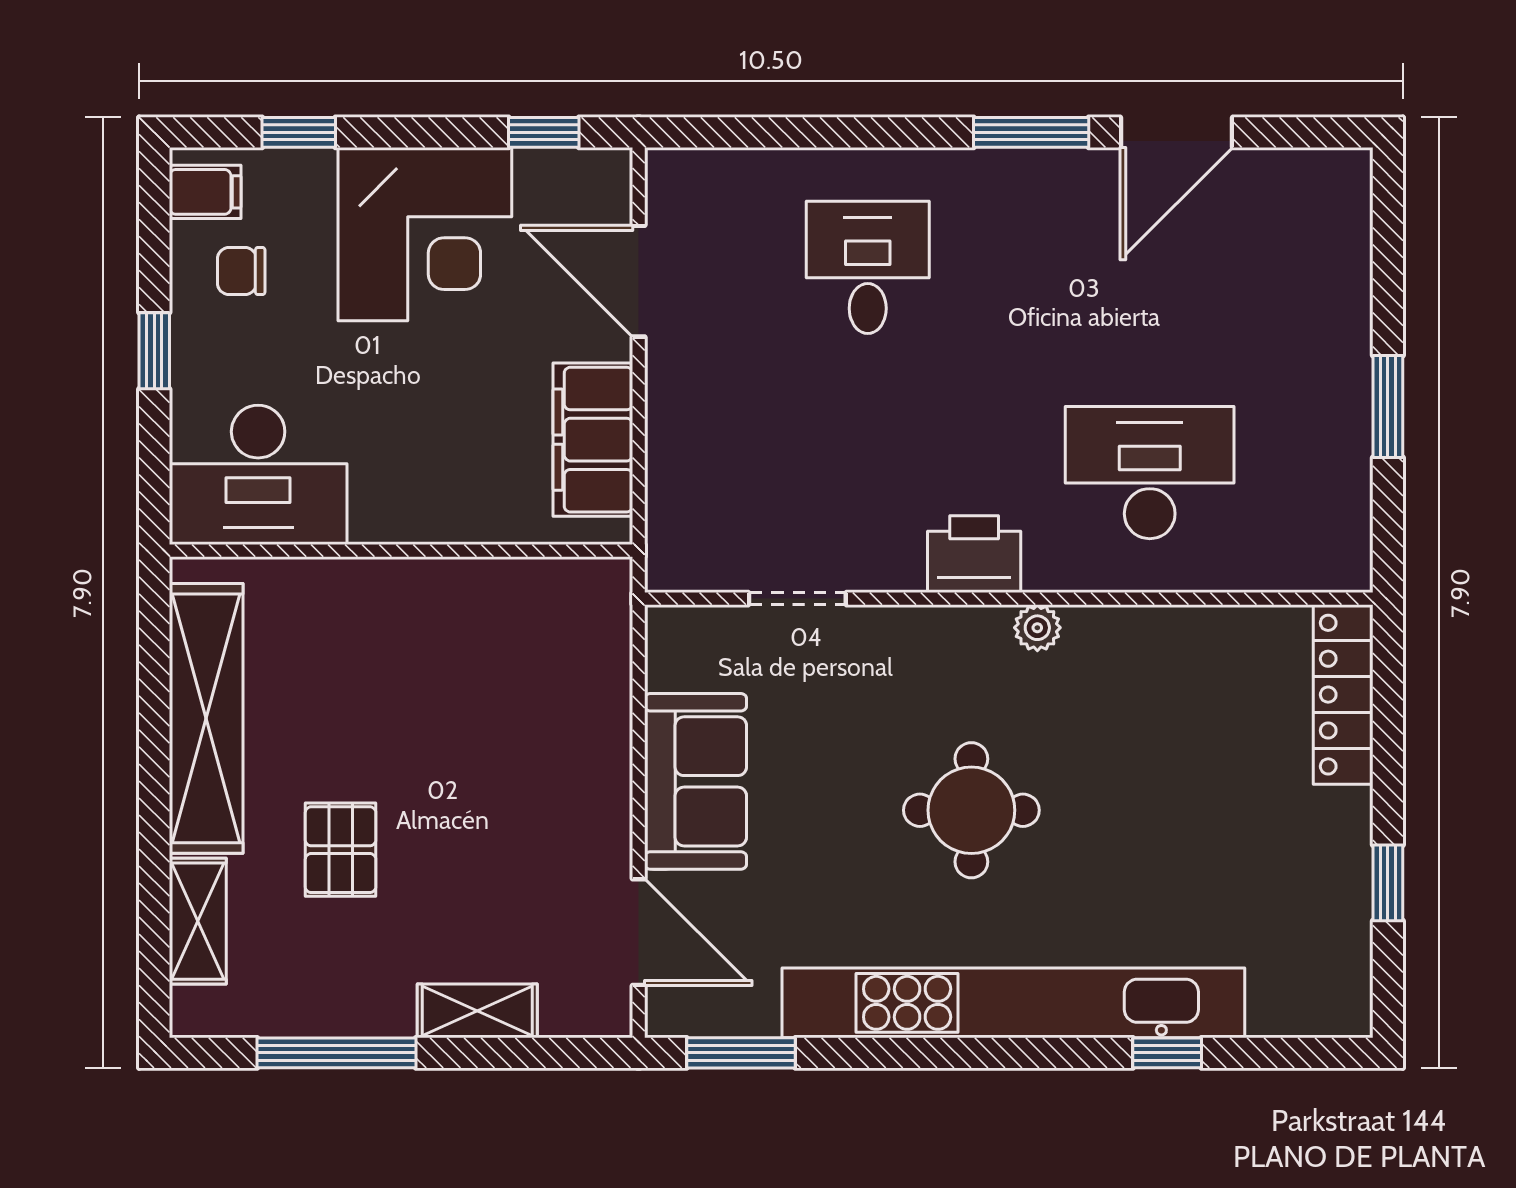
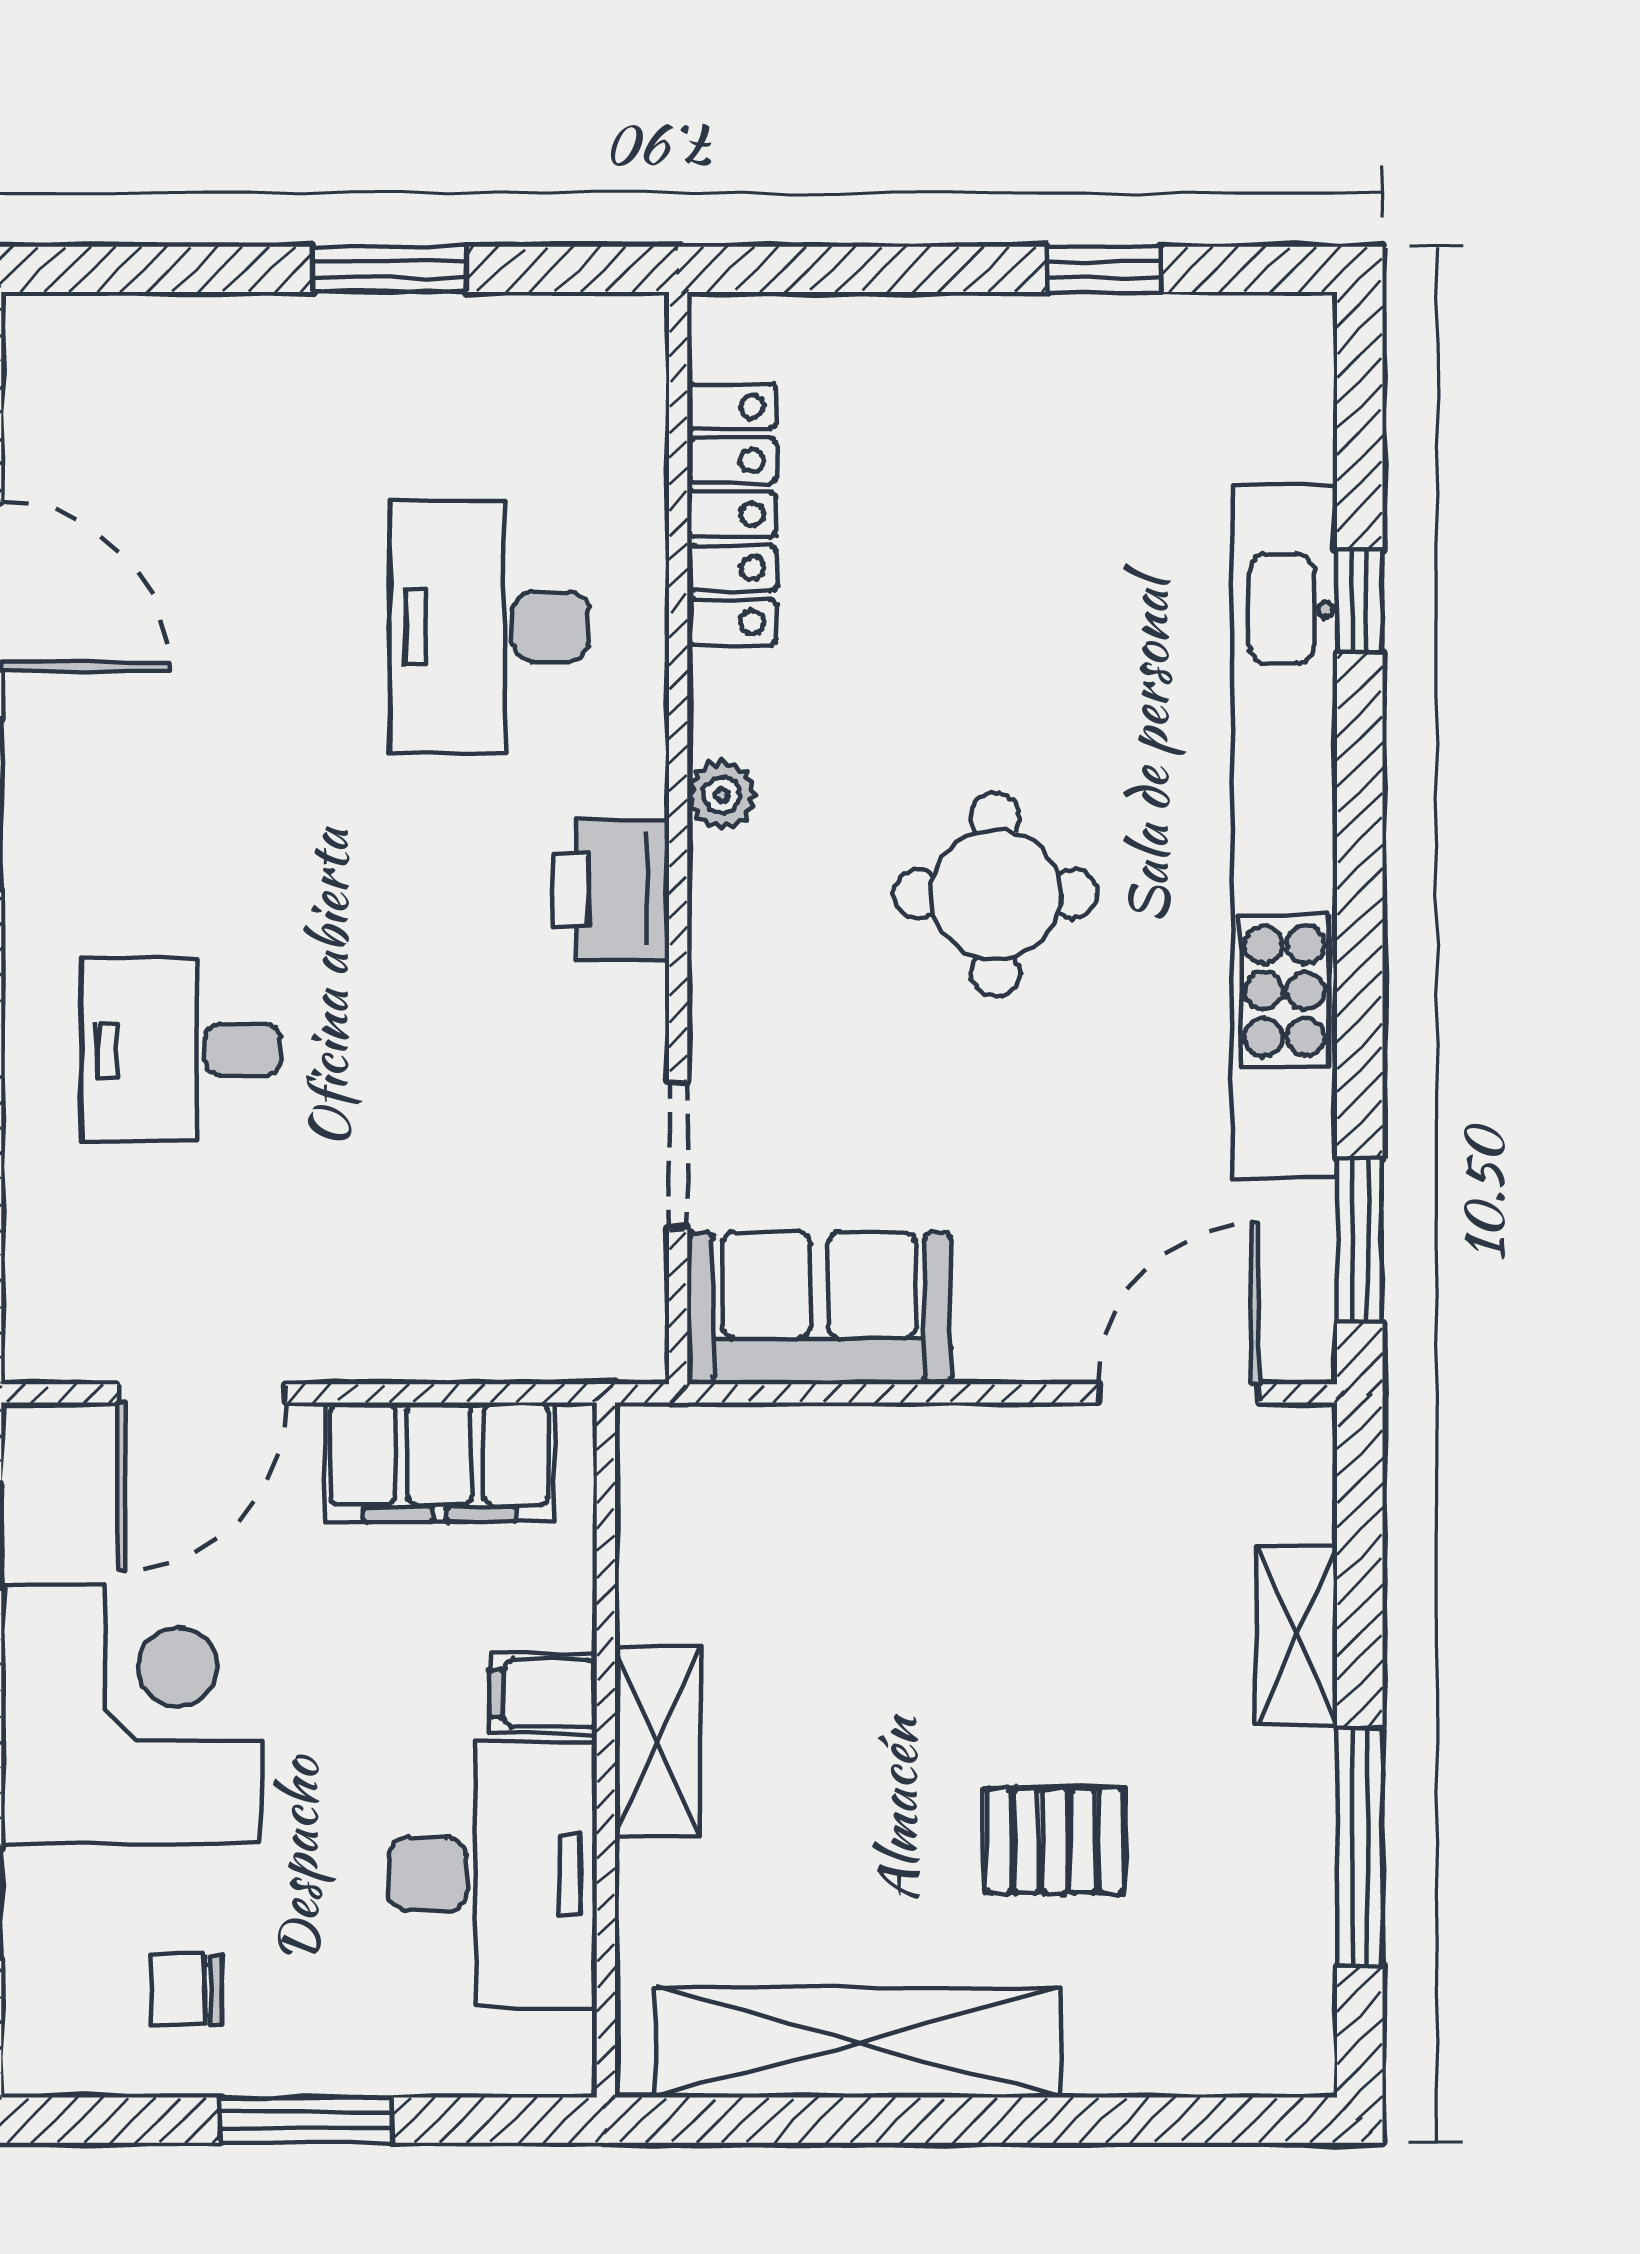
filing cabinet: (205, 192) -> (543, 1693), moved, turned -90
chair: (241, 271) -> (187, 1990), turned 90
window: (154, 351) -> (306, 2120), width x1.50
desk: (258, 475) -> (492, 1874), moved
locker: (1343, 695) -> (732, 514), moved, turned -90
sofa: (696, 781) -> (819, 1308), moved
shelving: (198, 921) -> (657, 1742), moved, turned 90

